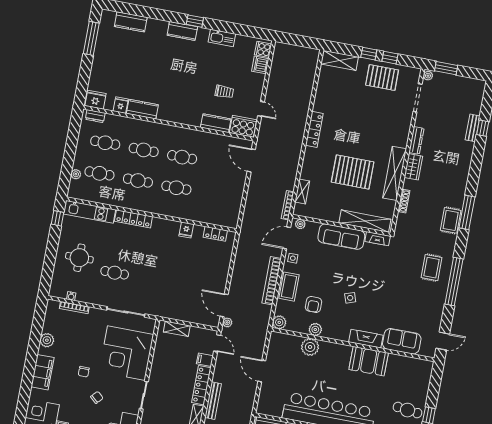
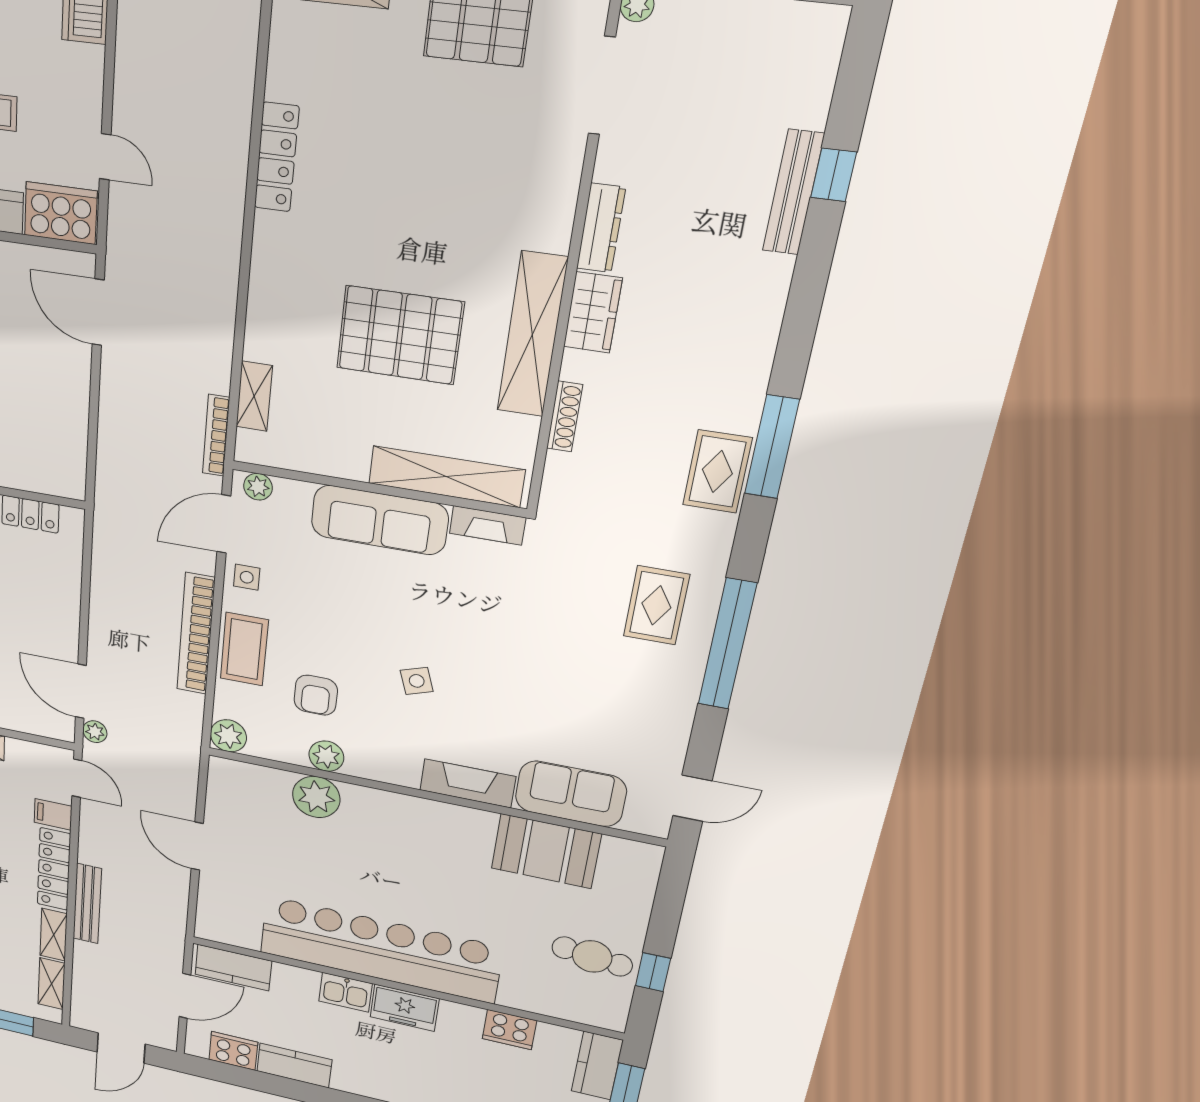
bench: (473, 128) -> (793, 192), width x1.36
locker: (314, 129) -> (277, 157), moved
booth: (369, 361) -> (546, 851), moved

